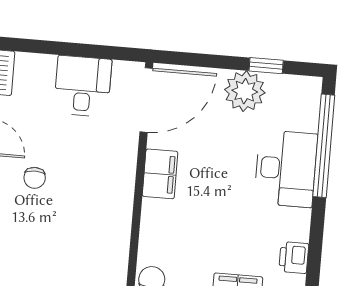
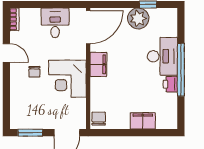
window: (324, 146) -> (181, 70), moved
corner desk: (98, 197) -> (67, 79), added
printer: (294, 258) -> (170, 84), moved

